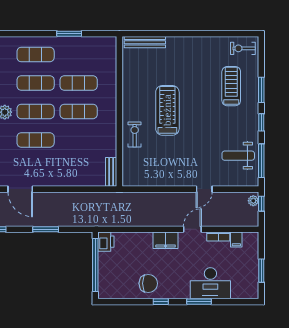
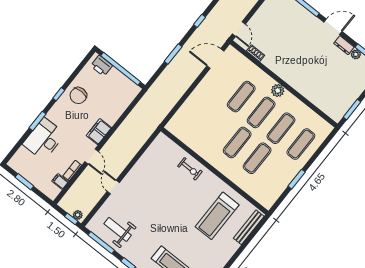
treadmill: (167, 110) -> (217, 216), moved, turned 90
weight bench: (238, 156) -> (118, 229), turned -90
bench: (111, 172) -> (177, 132), removed
printer: (106, 242) -> (102, 66), moved

